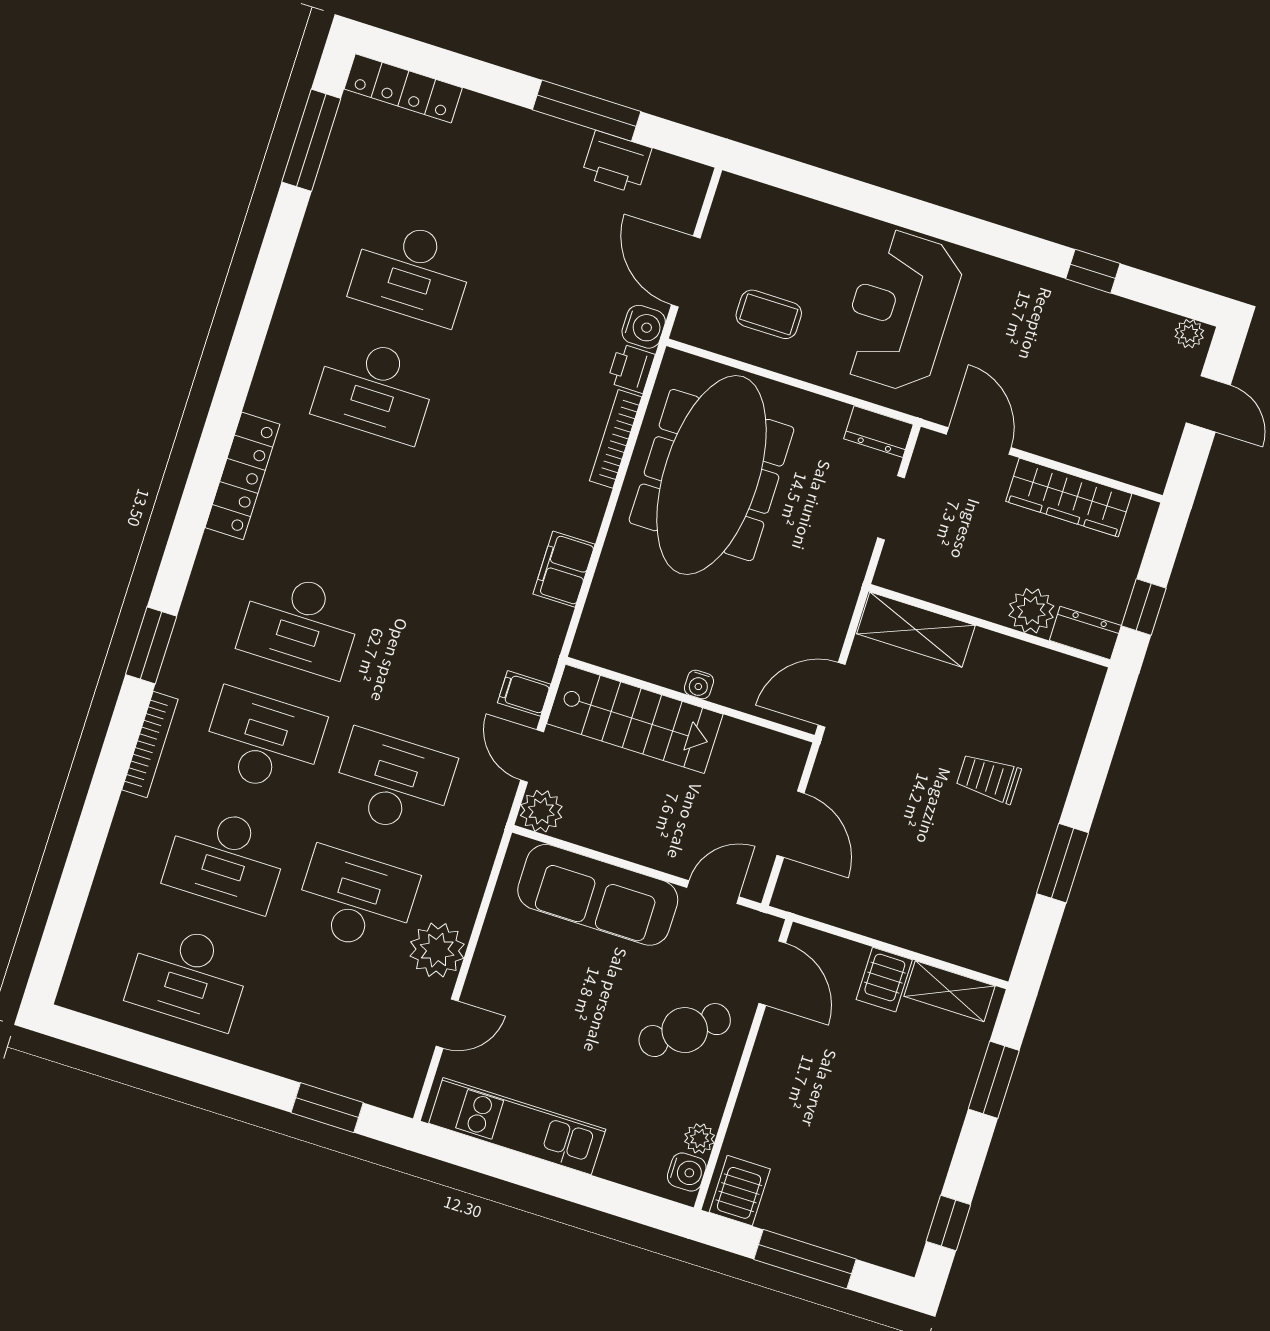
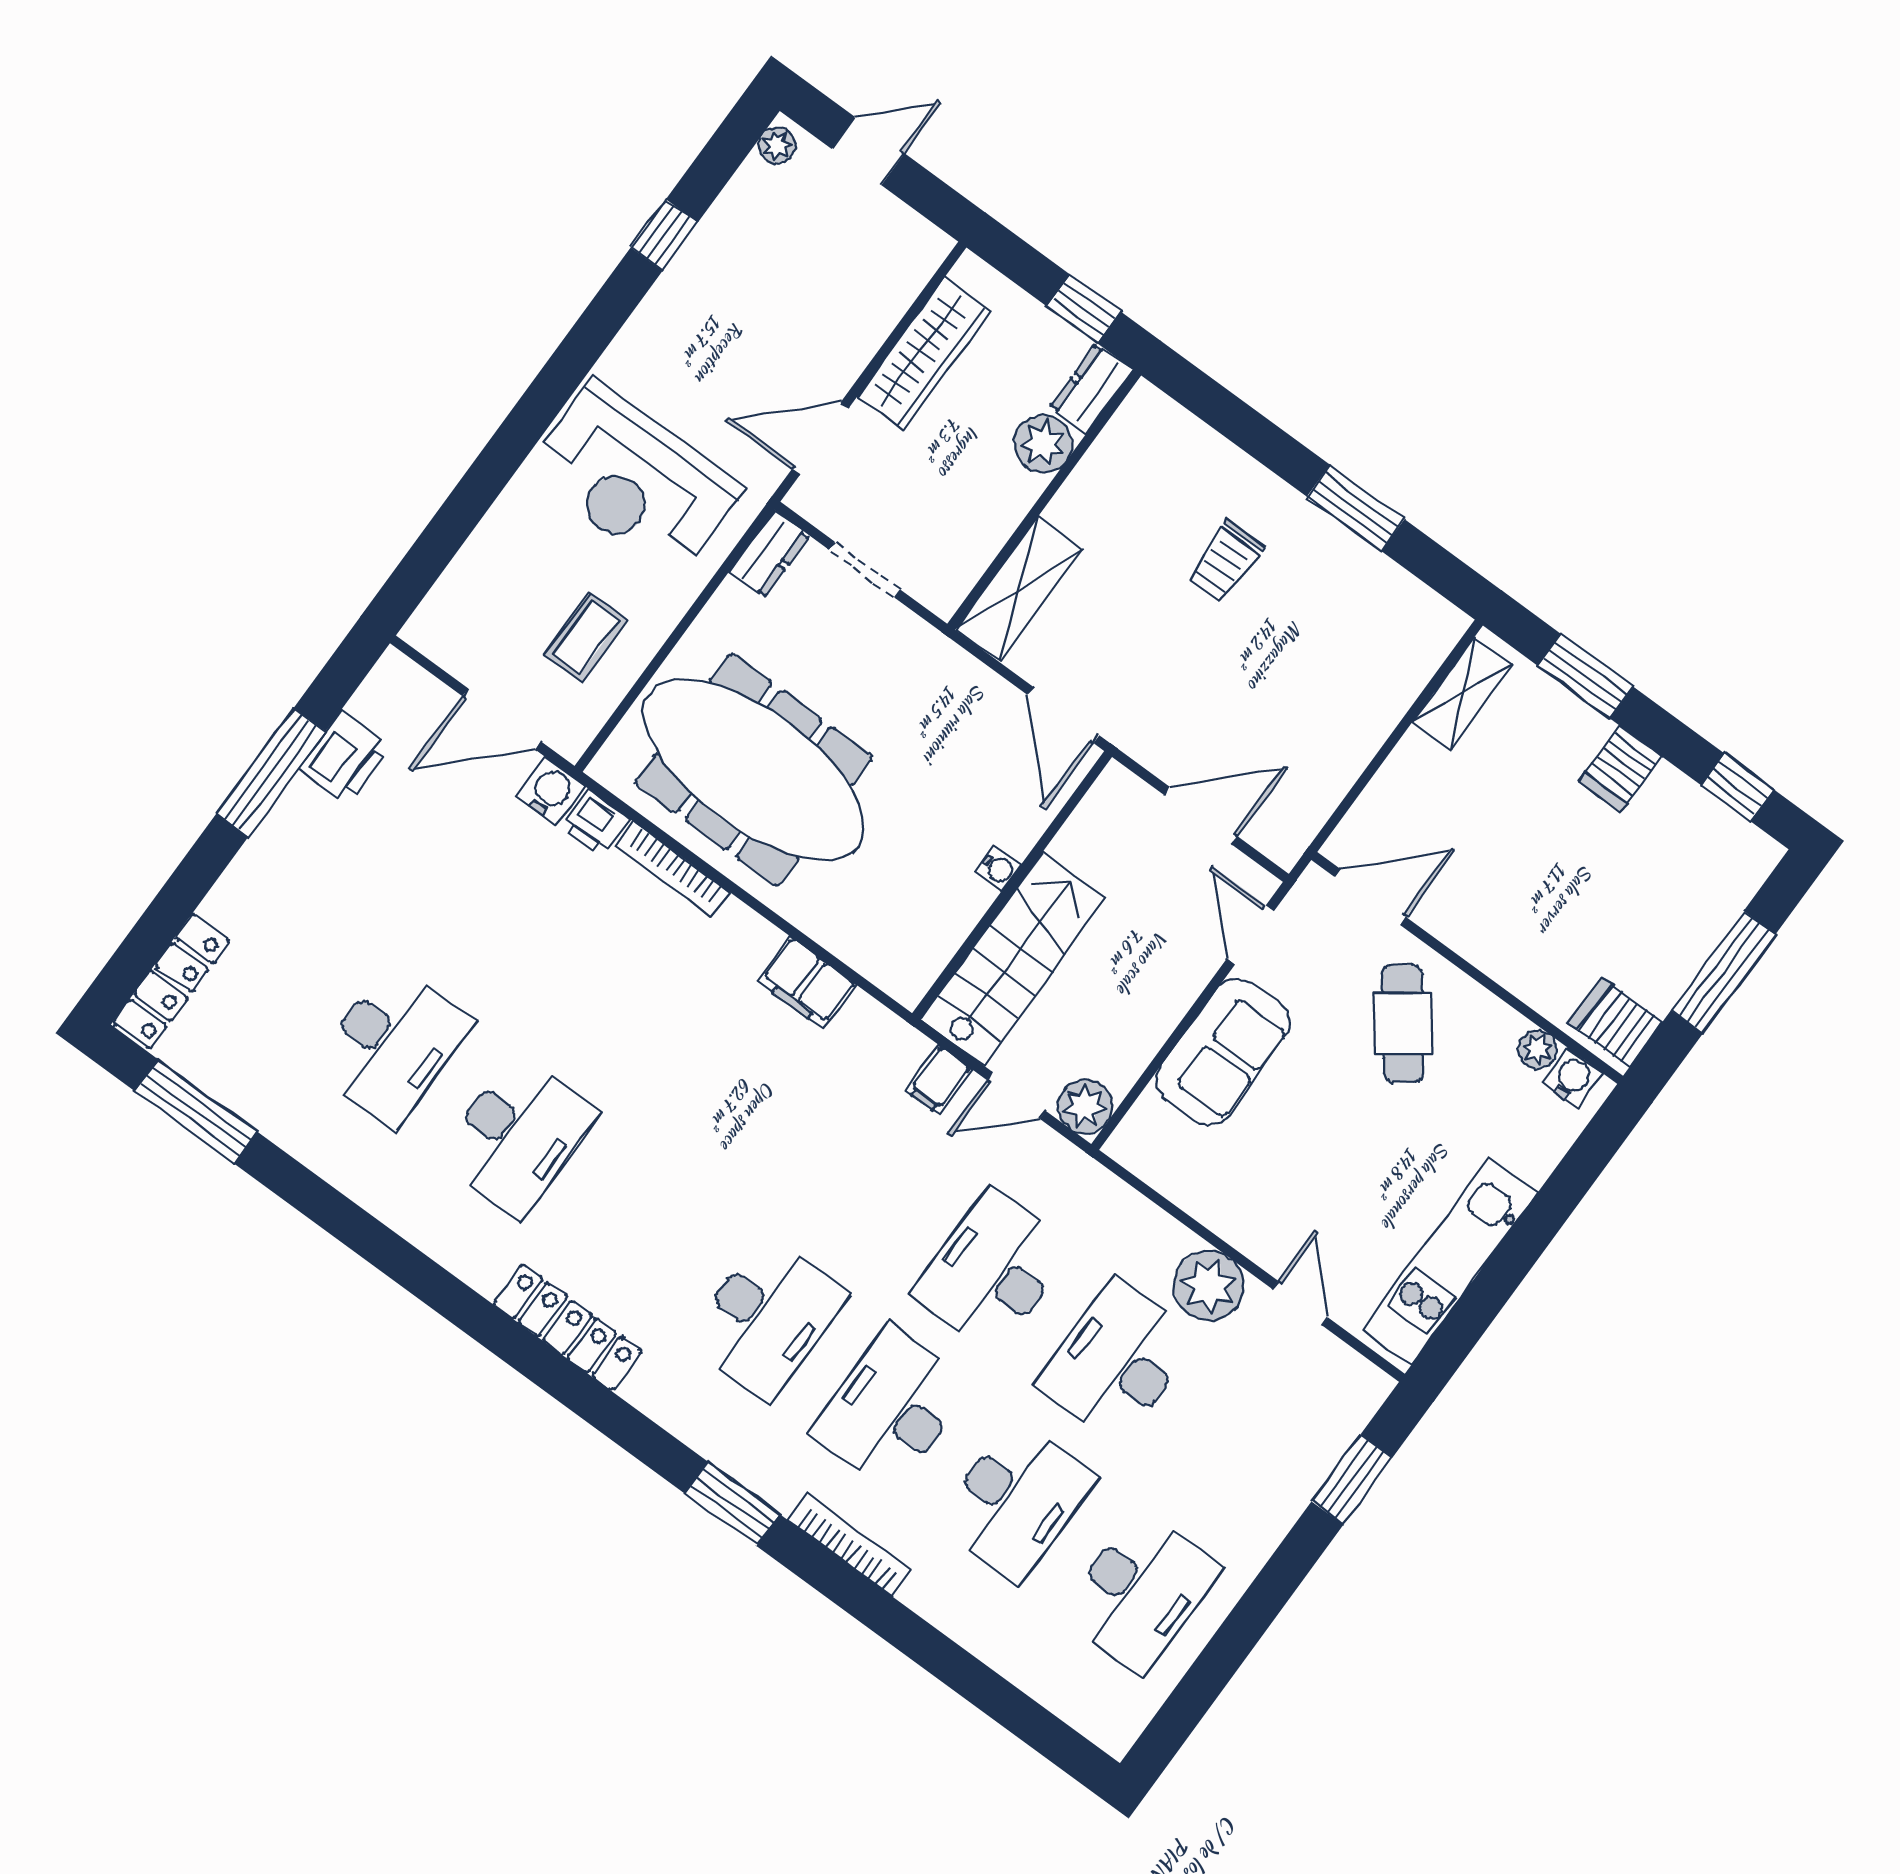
sofa: (598, 895) -> (1223, 1052), width x0.73
server rack: (884, 980) -> (1620, 769), moved, turned 90

